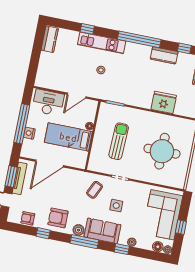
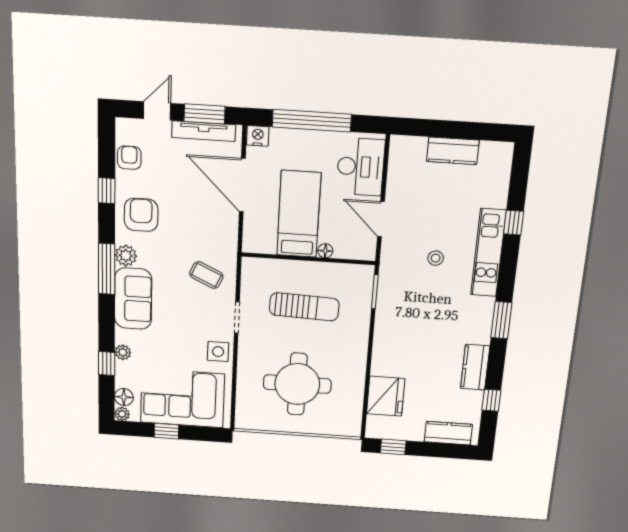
kitchen counter: (50, 39) -> (453, 151), moved
window: (139, 39) -> (501, 320), width x0.47
fridge: (164, 102) -> (386, 396), moved
nightstand: (29, 133) -> (258, 136), moved
side table: (116, 206) -> (218, 352), moved
window: (122, 249) -> (107, 363), moved

